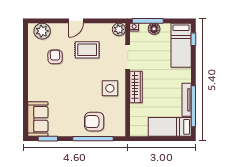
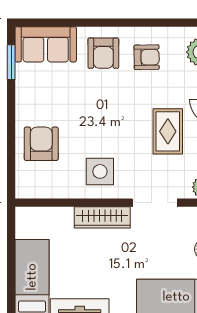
armchair: (55, 57) -> (147, 57), moved
armchair: (43, 86) -> (103, 53), added
window: (93, 139) -> (11, 142), removed

